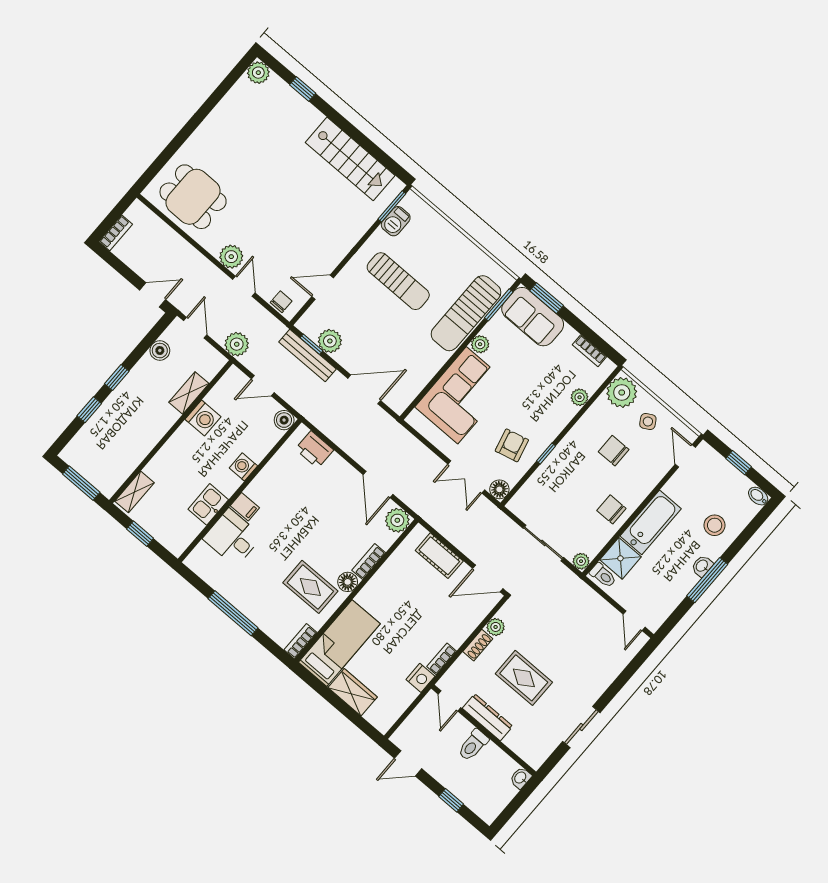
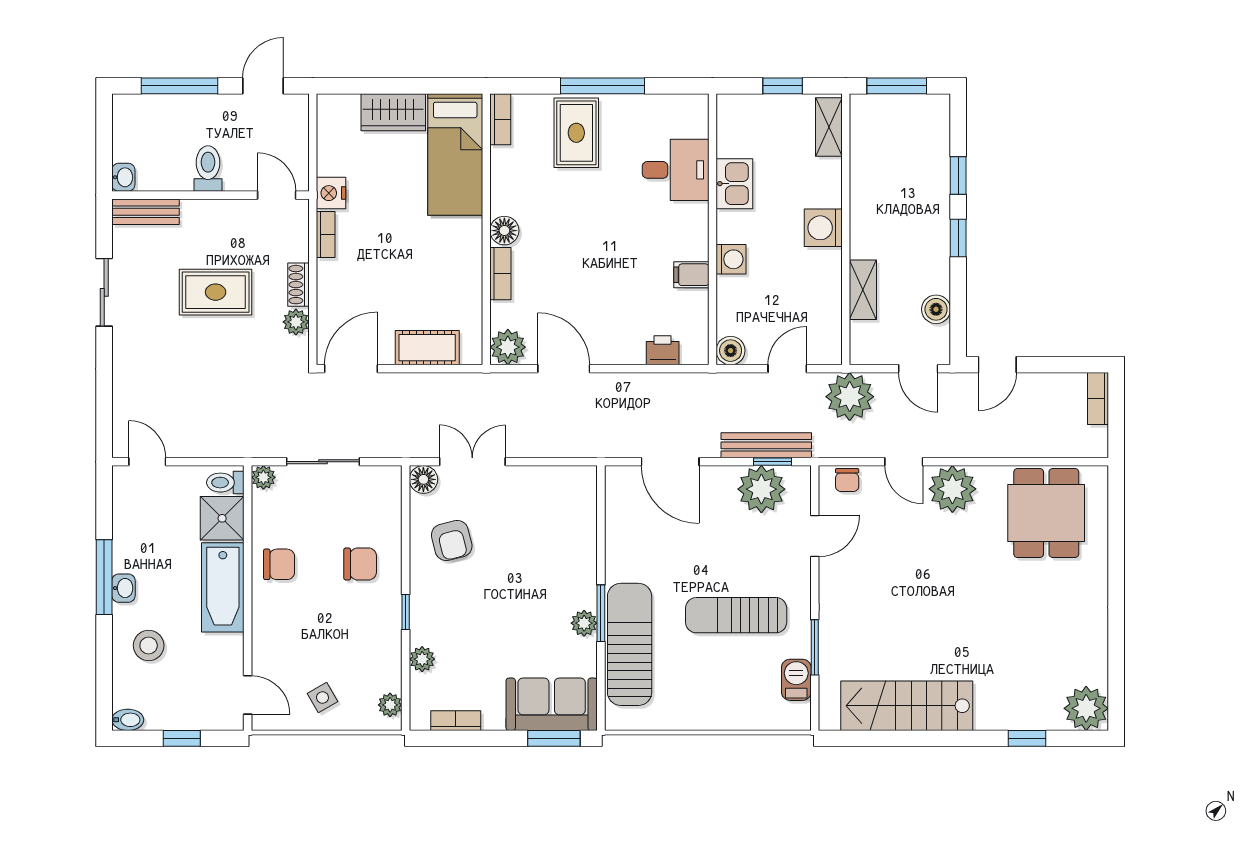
plant: (258, 73) -> (1086, 708), width x1.36, depth x1.36
dining table: (193, 197) -> (1046, 513), turned 90
window: (392, 206) -> (815, 647), moved
plant: (231, 257) -> (952, 489), width x1.36, depth x1.36
window: (499, 305) -> (601, 613), moved
plant: (330, 341) -> (761, 489), width x1.36, depth x1.36
plant: (237, 344) -> (850, 397), width x1.36, depth x1.36
door: (364, 389) -> (670, 462), hinge flipped
plant: (622, 392) -> (390, 705), width x0.53, depth x0.53
corner sofa: (462, 395) -> (555, 549), removed
washing machine: (203, 418) -> (823, 228), moved
printer: (314, 450) -> (663, 350), width x0.73, depth x0.81
chair: (614, 451) -> (360, 564), moved
window: (546, 453) -> (406, 612), moved
filing cabinet: (245, 507) -> (691, 275), moved
rug: (310, 587) -> (576, 133), moved, turned 90
dresser: (487, 717) -> (219, 213), removed
bench: (524, 750) -> (146, 212), added
window: (451, 800) -> (180, 86), width x2.17

